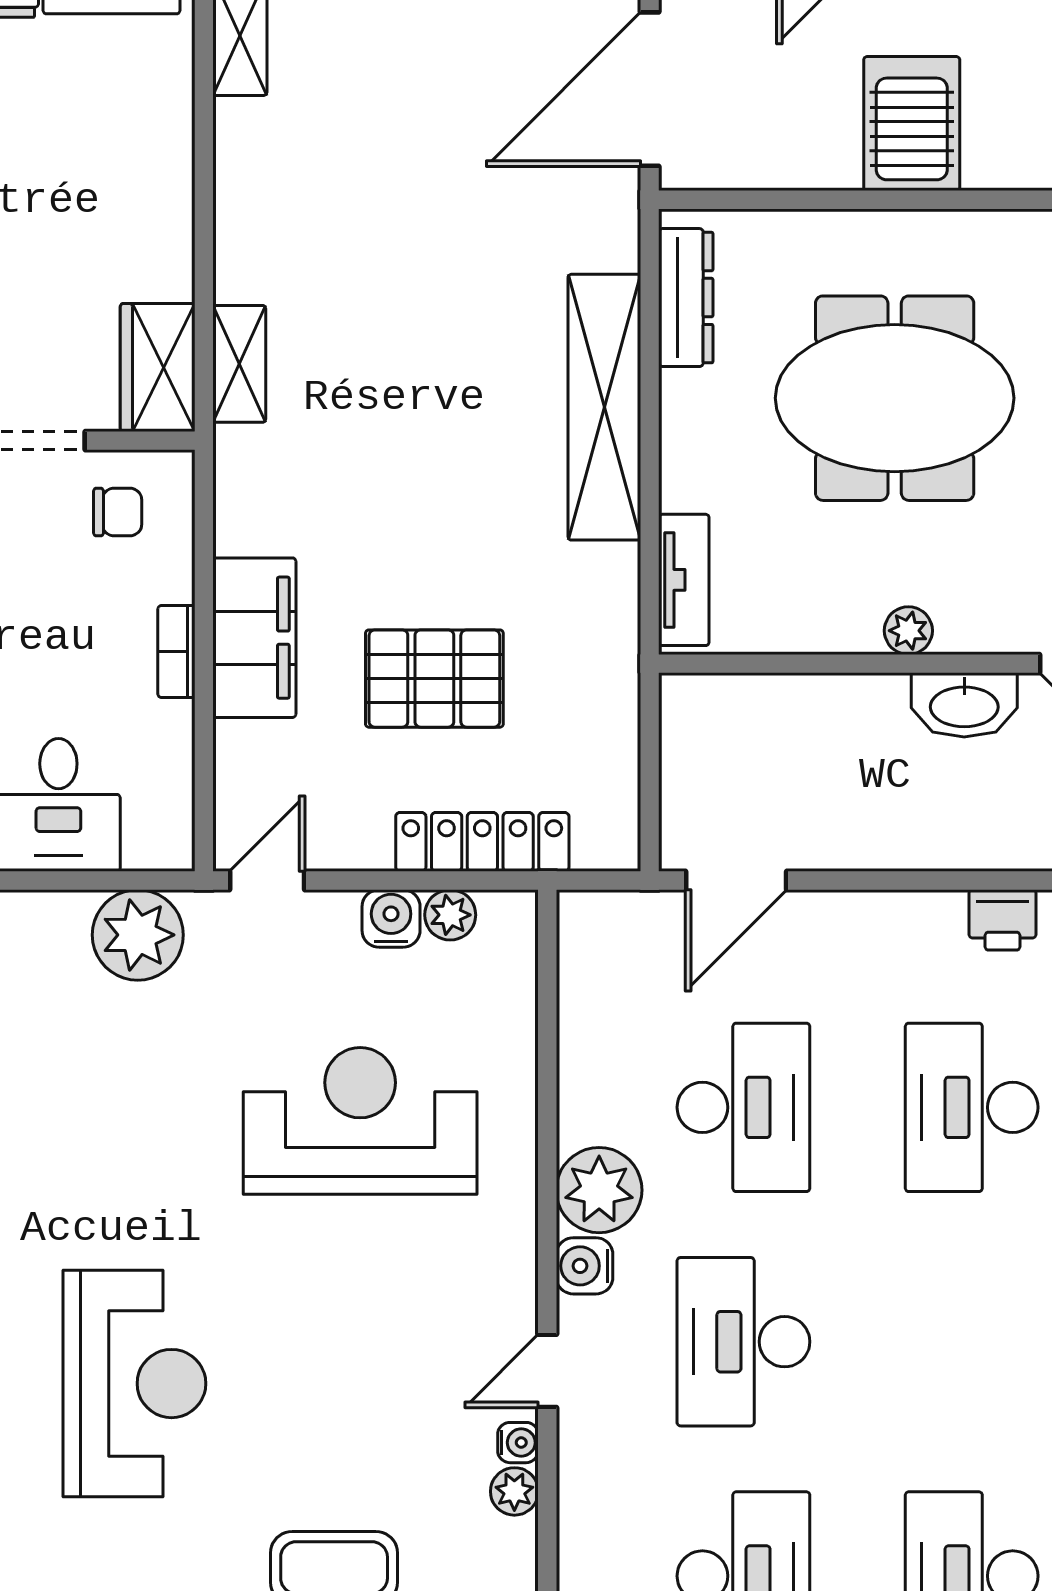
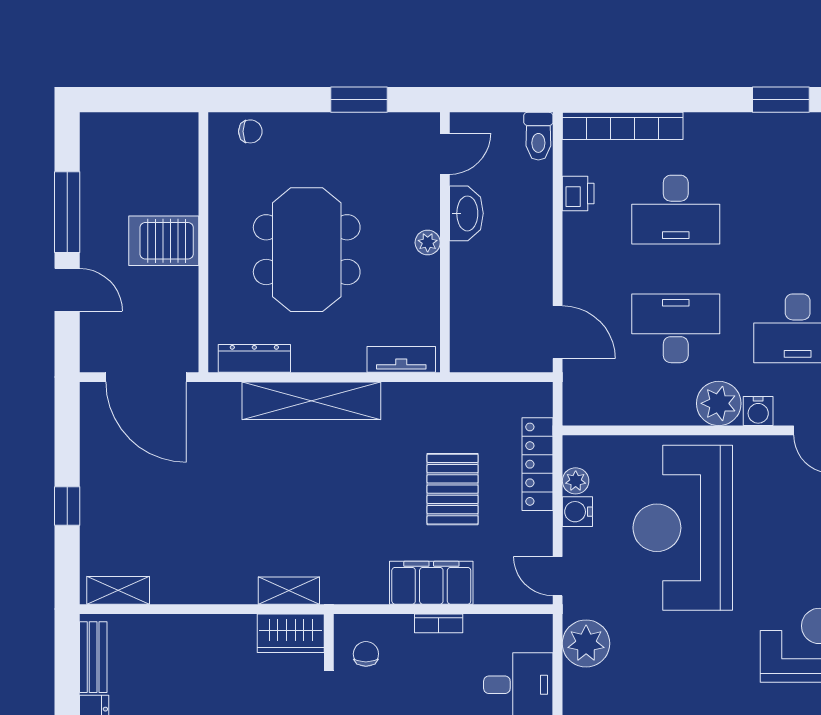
reception desk: (360, 1121) -> (683, 528), width x1.36, depth x1.30

